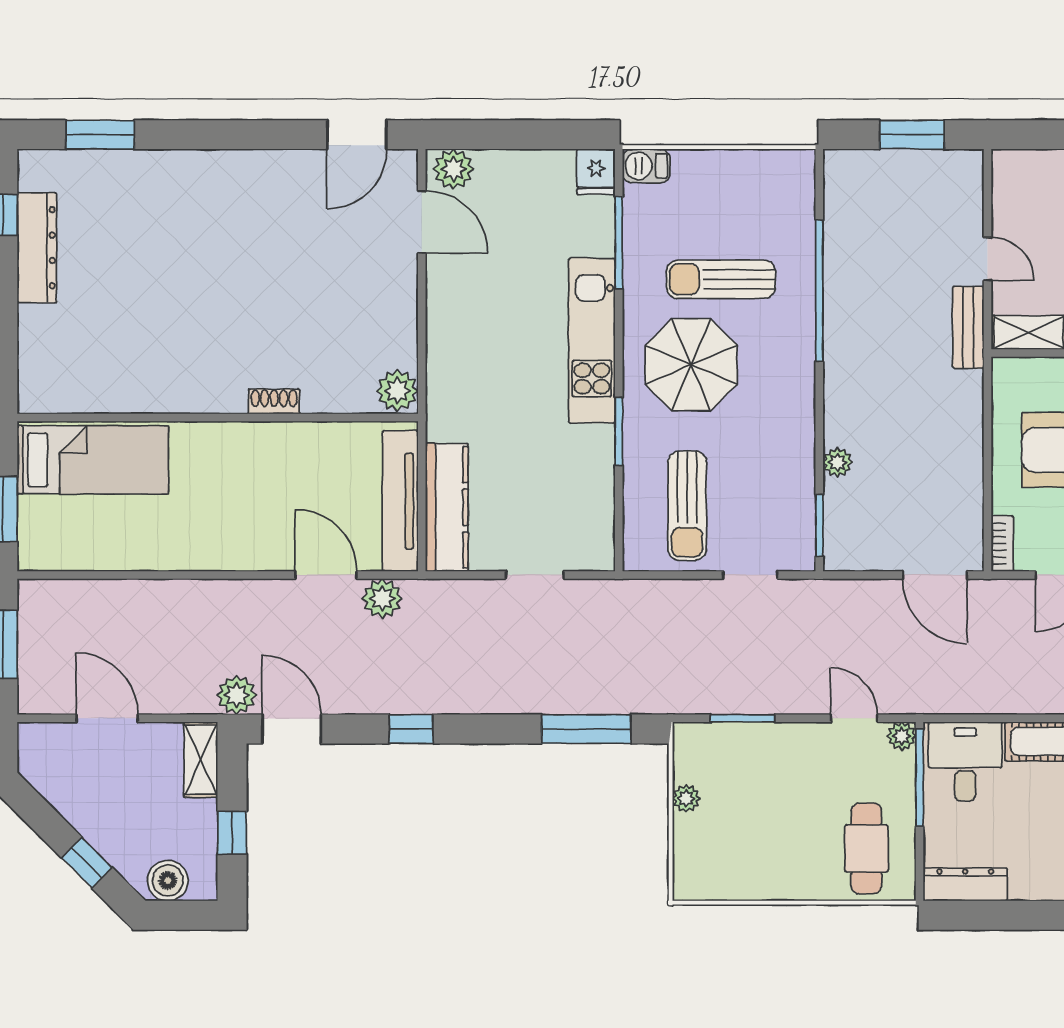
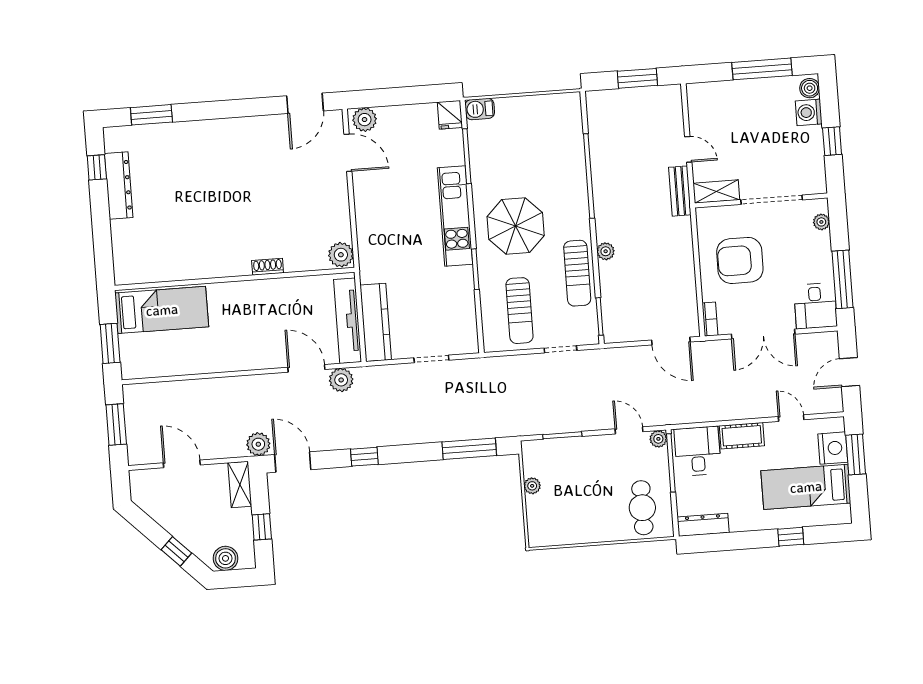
sun lounger: (721, 279) -> (577, 273), moved, turned -90
plant: (837, 462) -> (606, 251), moved

